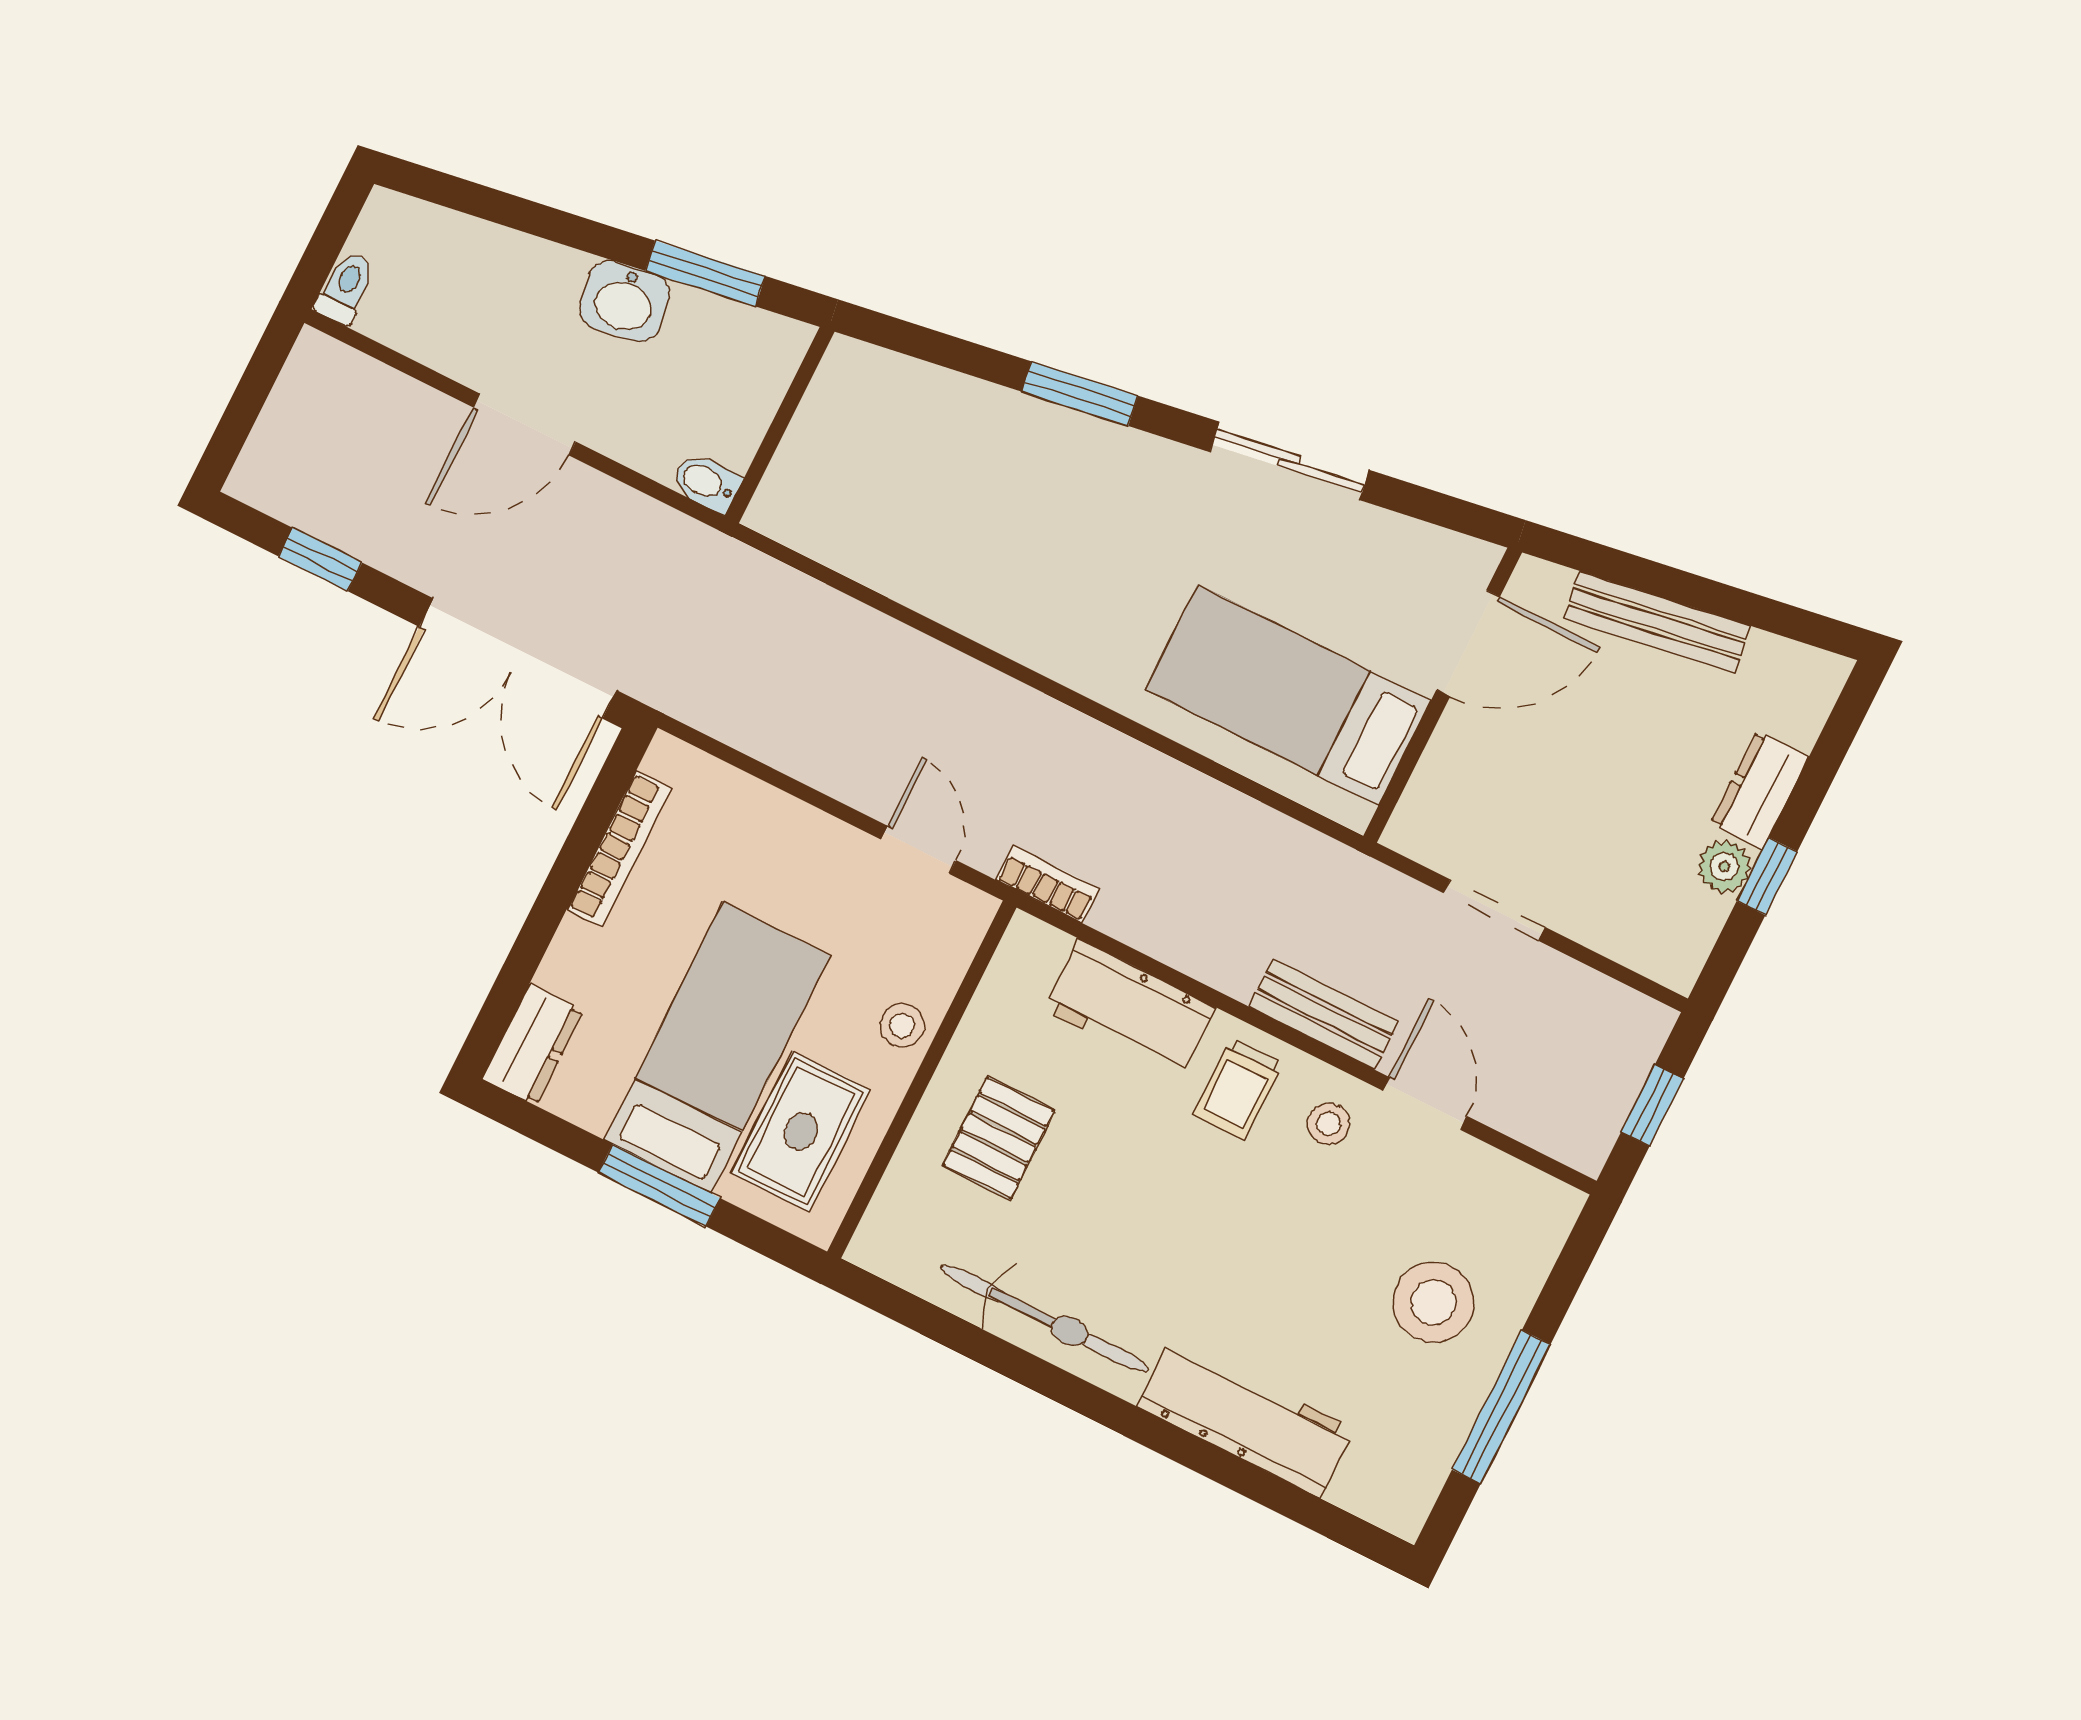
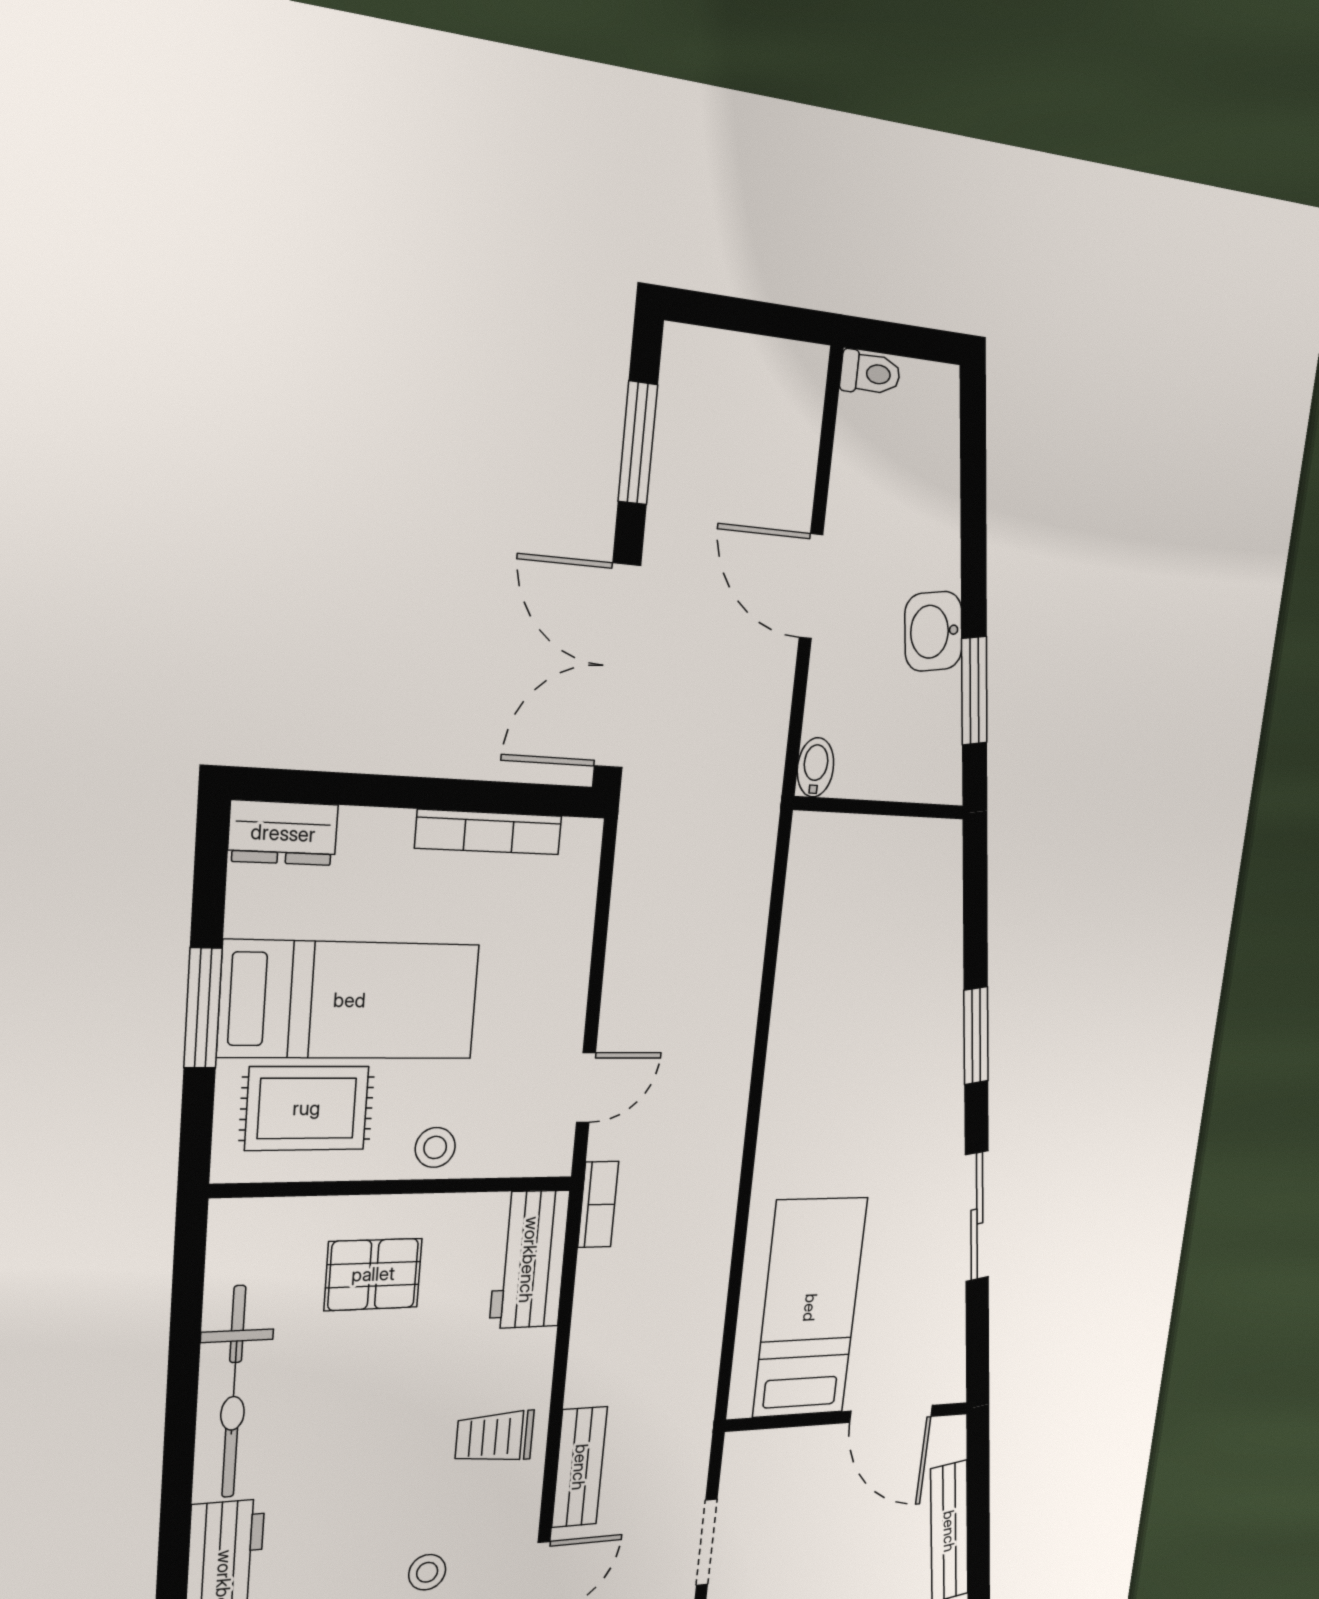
window: (320, 559) -> (638, 443), width x1.50
workbench: (1129, 1008) -> (529, 1260), moved
stool: (1329, 1124) -> (427, 1572), moved

